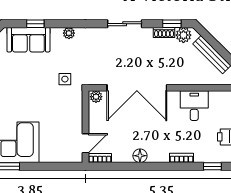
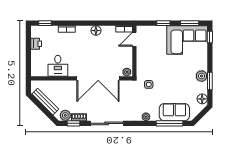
window: (35, 24) -> (169, 123), width x2.17
sliding door: (125, 24) -> (107, 123), width x1.37
double door: (137, 88) -> (98, 78), swing flipped
window: (44, 166) -> (163, 23), added

